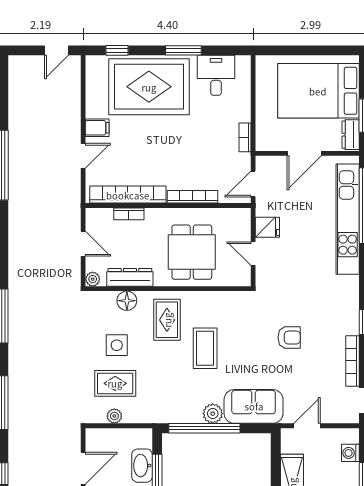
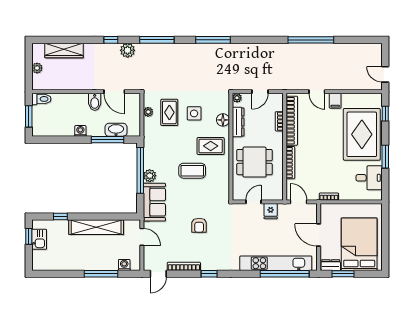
plant: (20, 448) -> (128, 50), added

